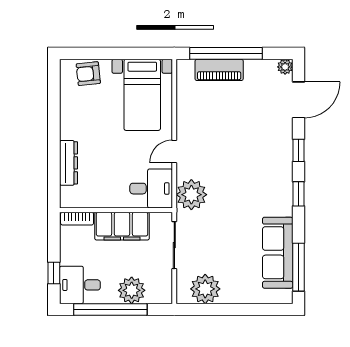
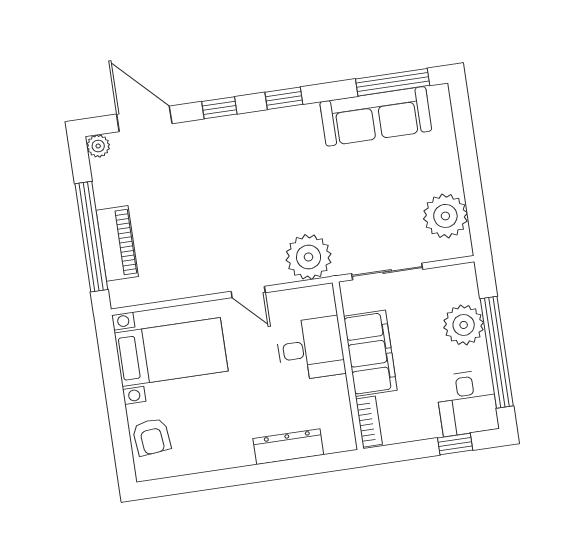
desk: (151, 189) -> (310, 349), moved, turned 90

